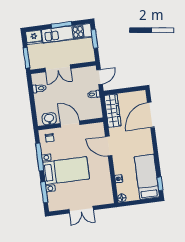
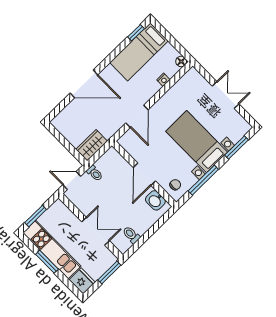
wardrobe: (113, 111) -> (92, 145), width x0.67
door: (151, 115) -> (84, 84), moved

